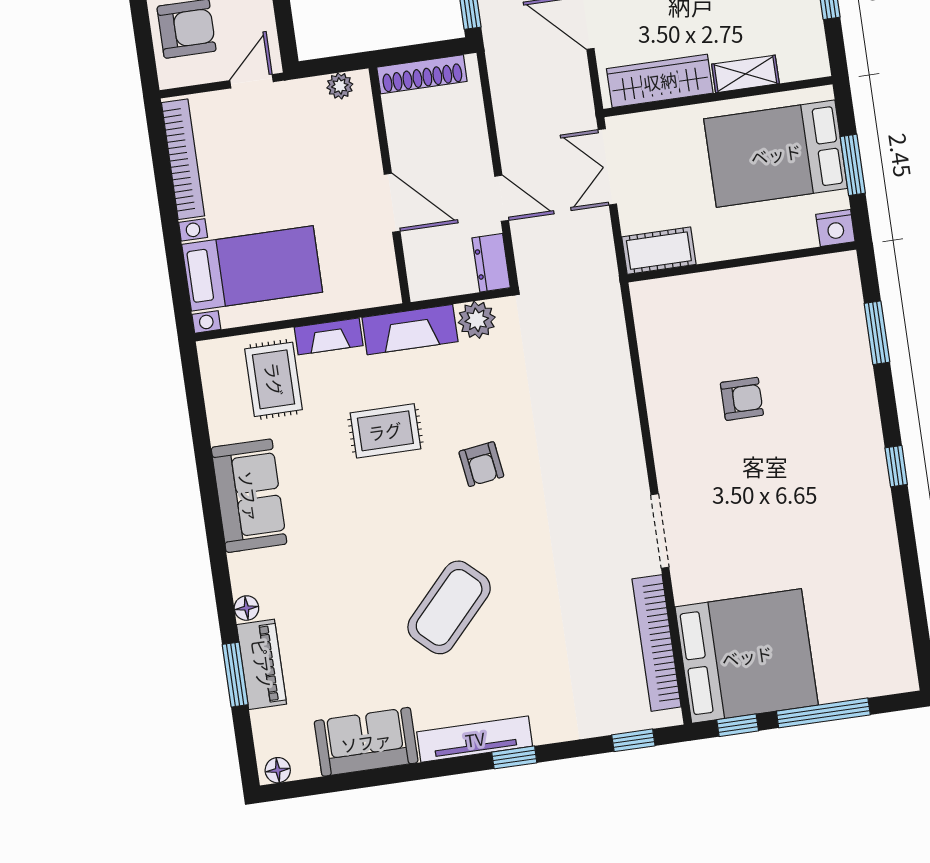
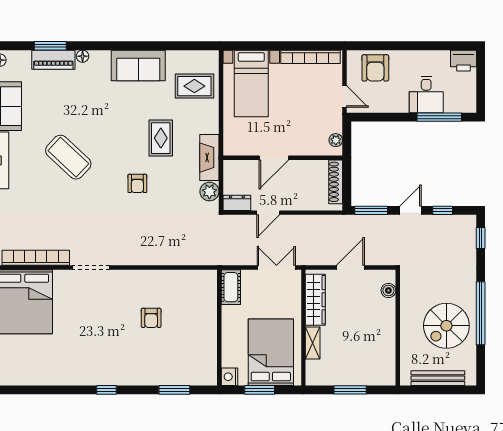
fireplace: (329, 336) -> (212, 117), removed
armchair: (481, 464) -> (137, 183), turned -82

